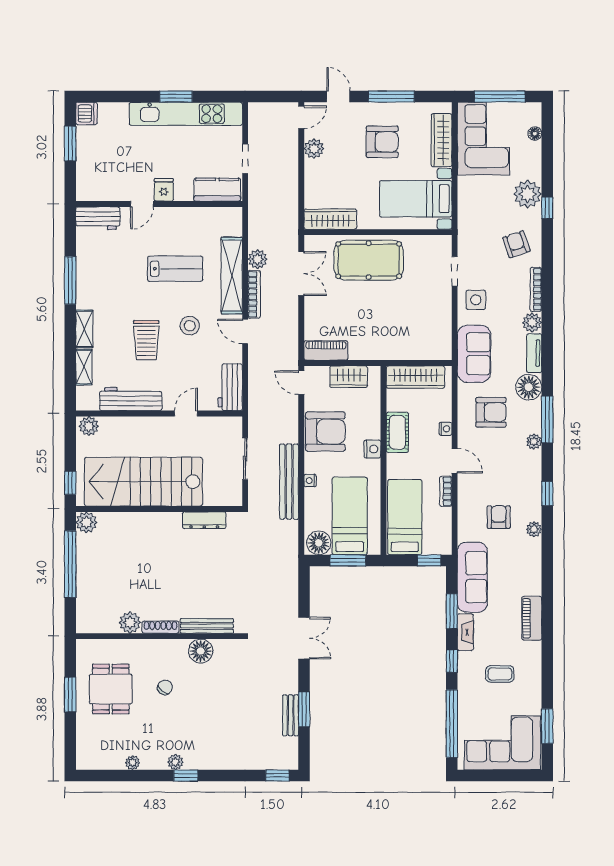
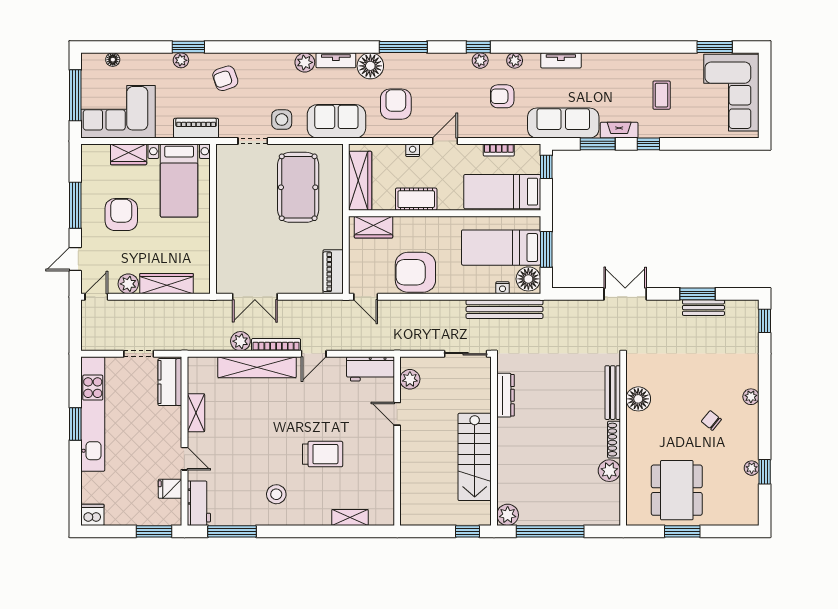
door: (301, 117) -> (96, 297), hinge flipped
wardrobe: (442, 140) -> (129, 154), width x0.67
window: (70, 144) -> (154, 531), moved
fridge: (164, 190) -> (170, 489), moved
plant: (528, 194) -> (181, 60), width x0.53, depth x0.53
window: (547, 208) -> (188, 47), width x1.50
wardrobe: (330, 219) -> (167, 284), moved, turned 90
pool table: (369, 260) -> (298, 187), moved
lab bench: (175, 269) -> (250, 425), removed
double door: (301, 273) -> (255, 297), swing flipped
window: (70, 280) -> (232, 531), moved
bookcase: (536, 289) -> (271, 58), removed
stool: (190, 326) -> (276, 494), moved
shelving: (84, 329) -> (196, 413), moved, turned 90
wardrobe: (349, 377) -> (374, 227), moved, turned 90
door: (301, 383) -> (366, 297), hinge flipped
workbench: (131, 399) -> (382, 470), removed
plant: (89, 426) -> (410, 379), moved
armchair: (325, 432) -> (415, 272), turned -90
plant: (534, 442) -> (480, 61), moved
nightstand: (372, 449) -> (433, 224), removed
sliding door: (245, 459) -> (466, 354), moved
nightstand: (310, 481) -> (503, 288), moved
stairs: (143, 482) -> (475, 457), width x0.73, depth x0.66
bench: (289, 482) -> (505, 309), moved
bookcase: (446, 491) -> (499, 150), moved
tv unit: (534, 575) -> (561, 60), added
piano: (532, 618) -> (196, 128), moved, turned 180
chair: (165, 687) -> (711, 420), moved
dining table: (111, 689) -> (677, 490), width x1.38
window: (452, 724) -> (712, 144), removed
plant: (175, 762) -> (751, 397), moved
window: (186, 776) -> (765, 472), moved

